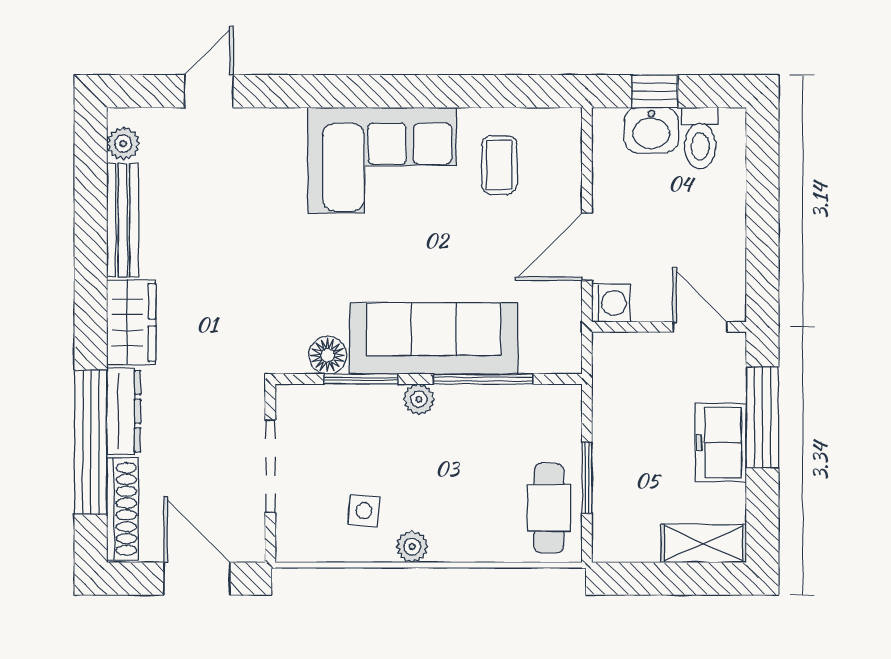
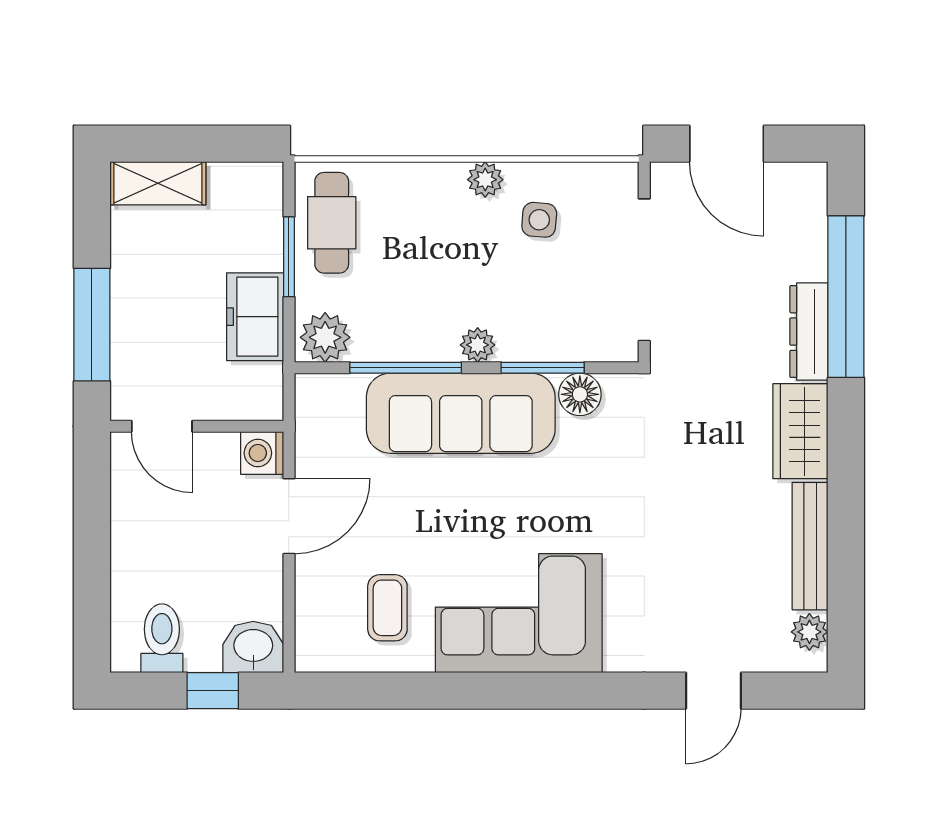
washbasin: (651, 130) -> (253, 647), moved
plant: (555, 406) -> (325, 337), added
freezer: (721, 443) -> (255, 317), moved, turned 180
doorway: (270, 466) -> (644, 270), width x1.36
shoe rack: (123, 509) -> (810, 222), removed

